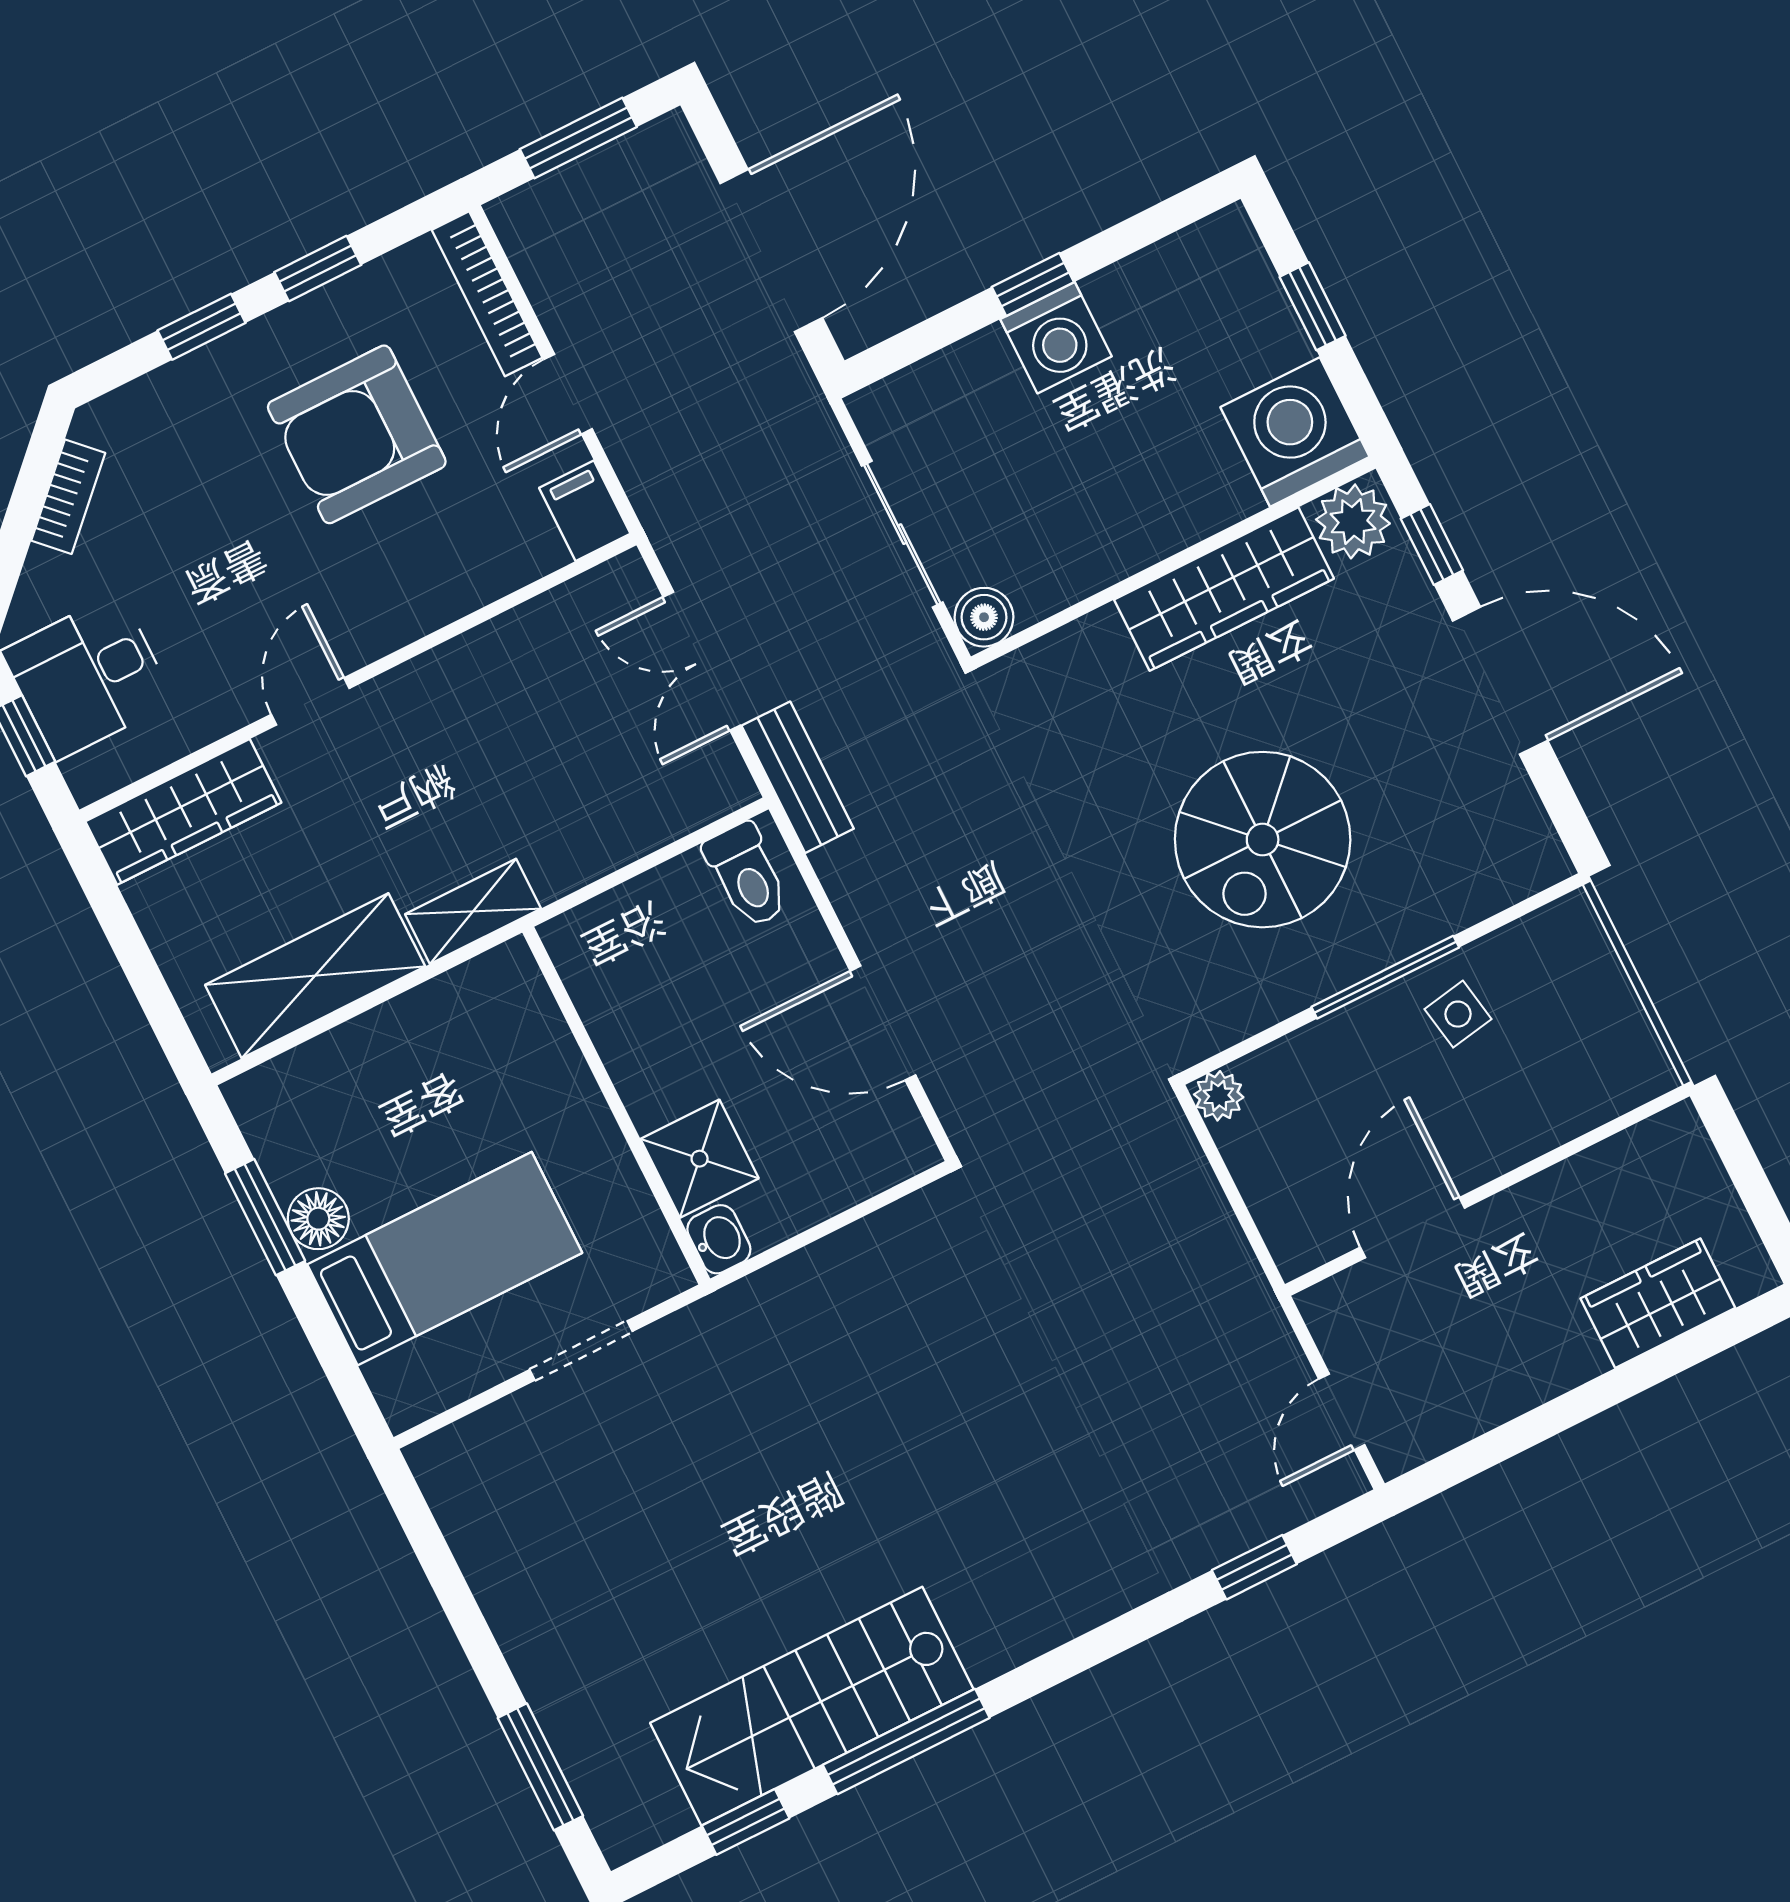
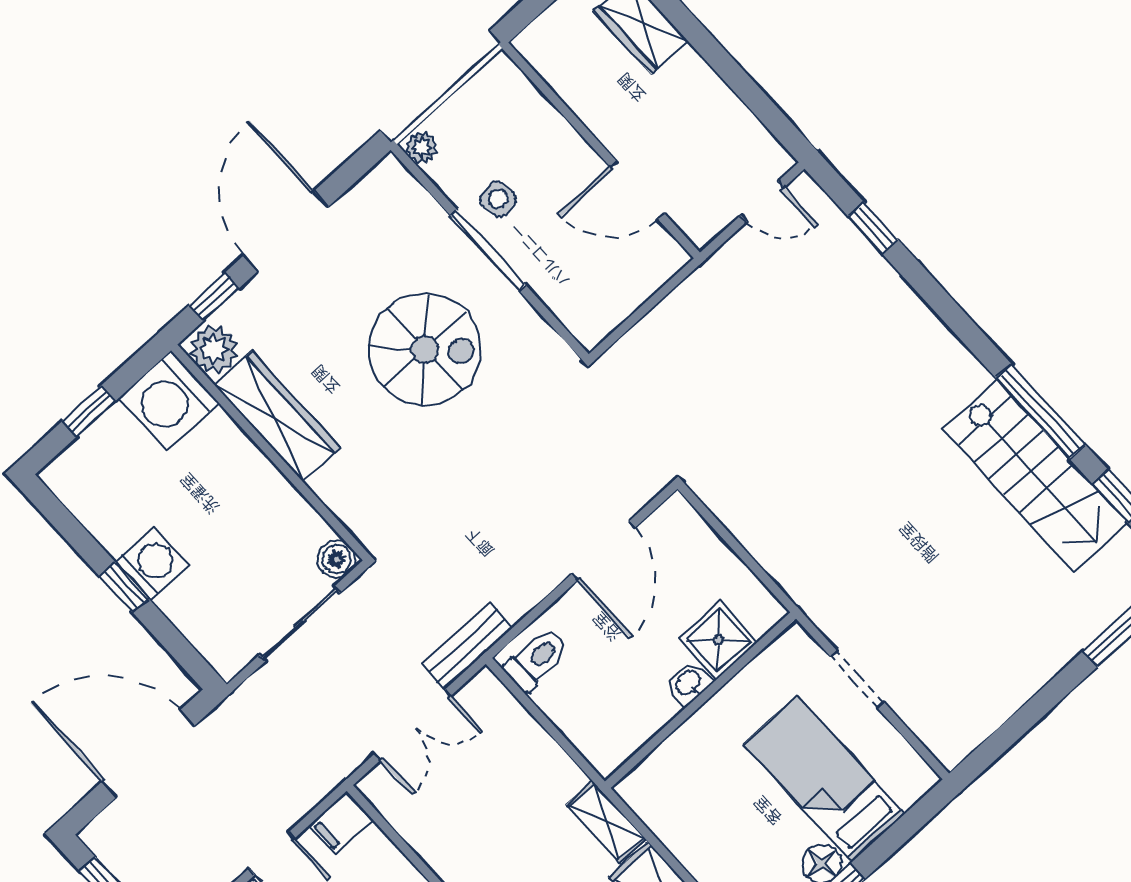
plant: (1219, 1096) -> (421, 148), moved
washbasin: (719, 1239) -> (689, 683), moved

